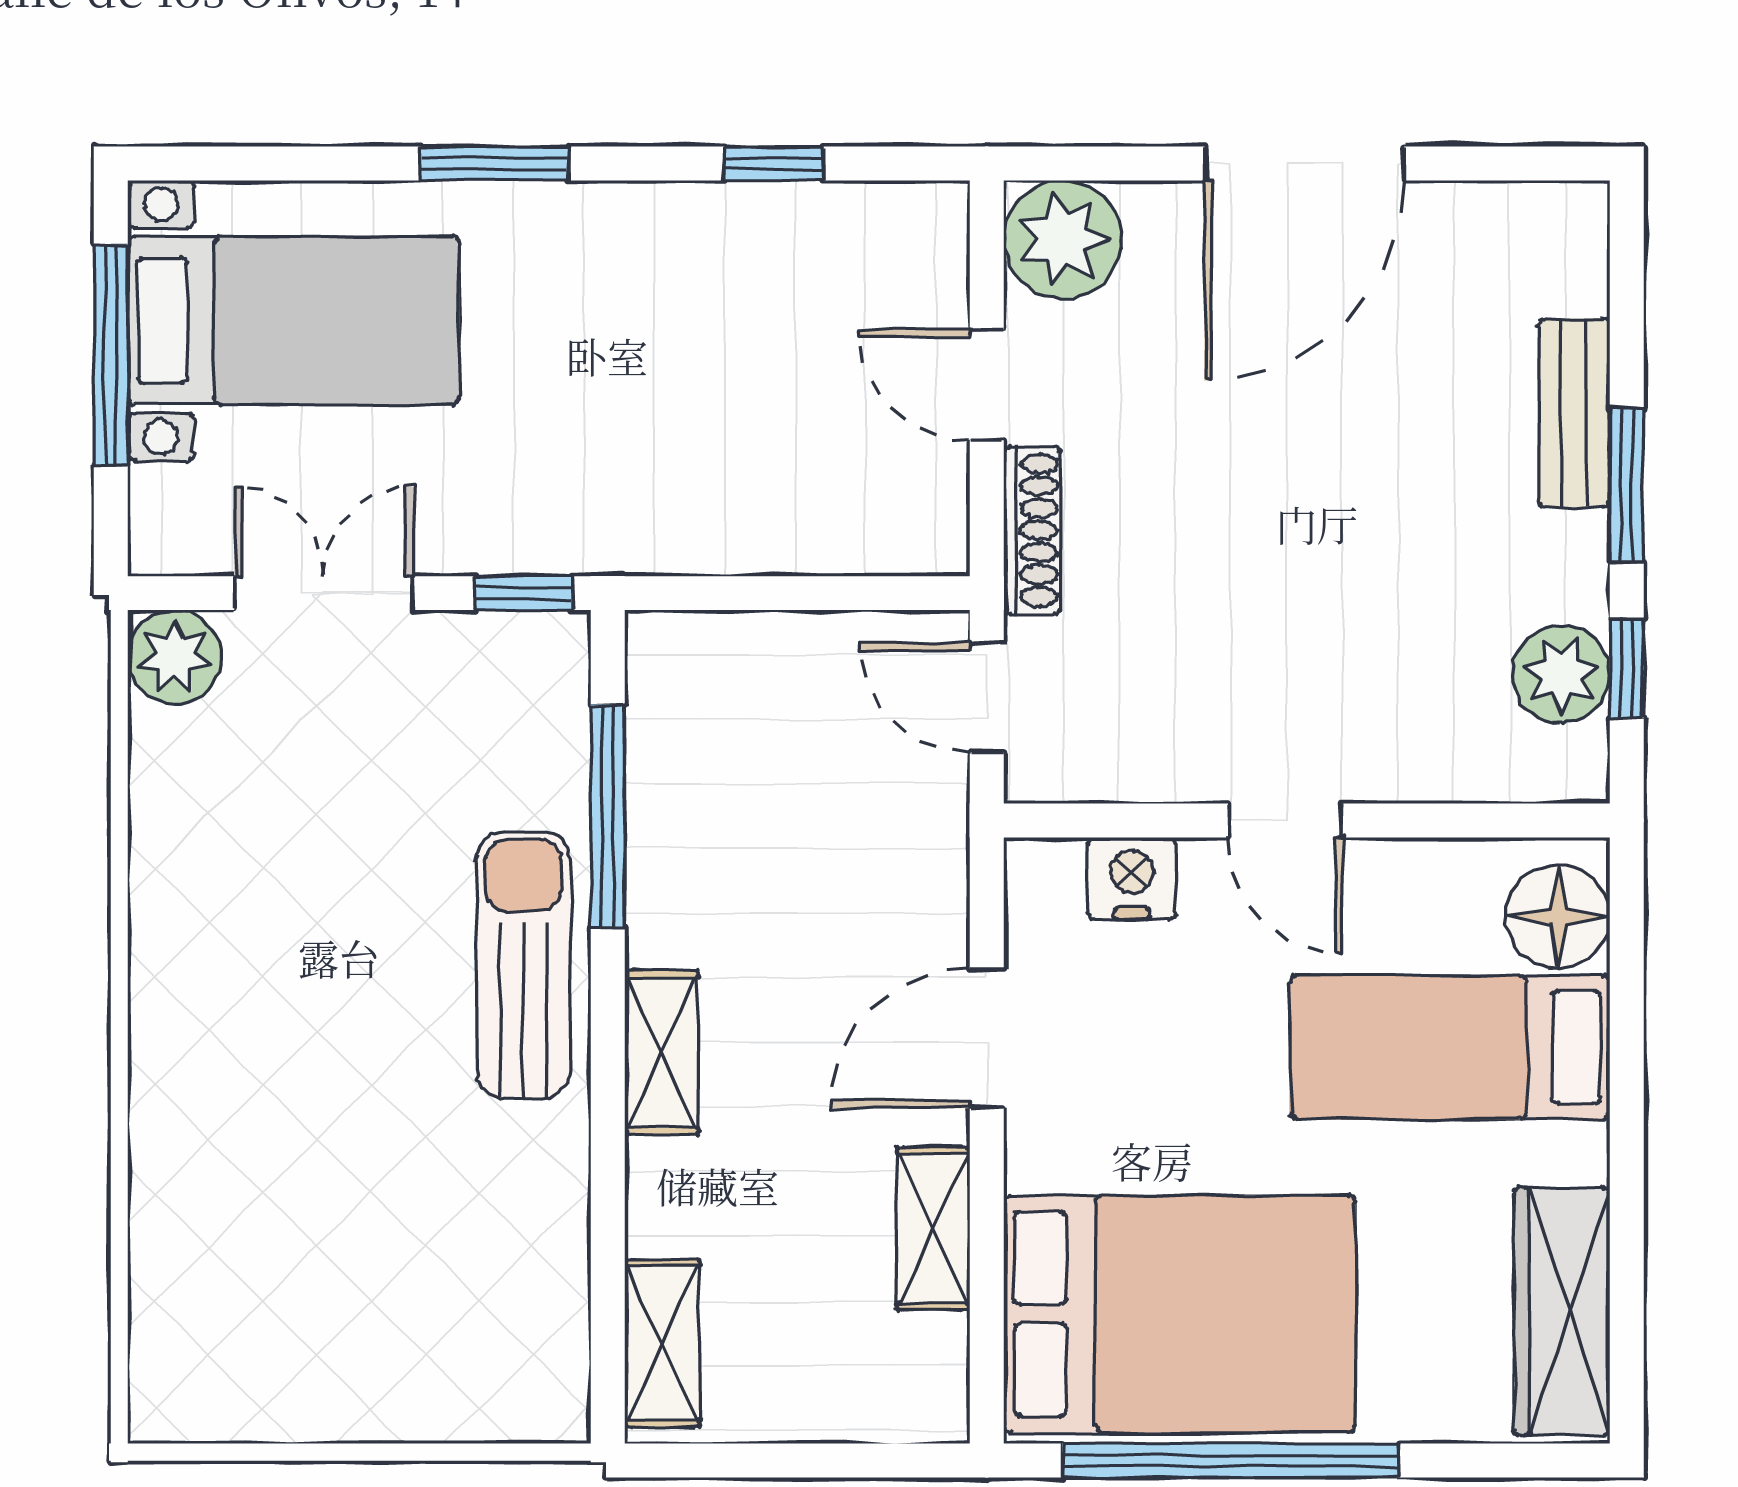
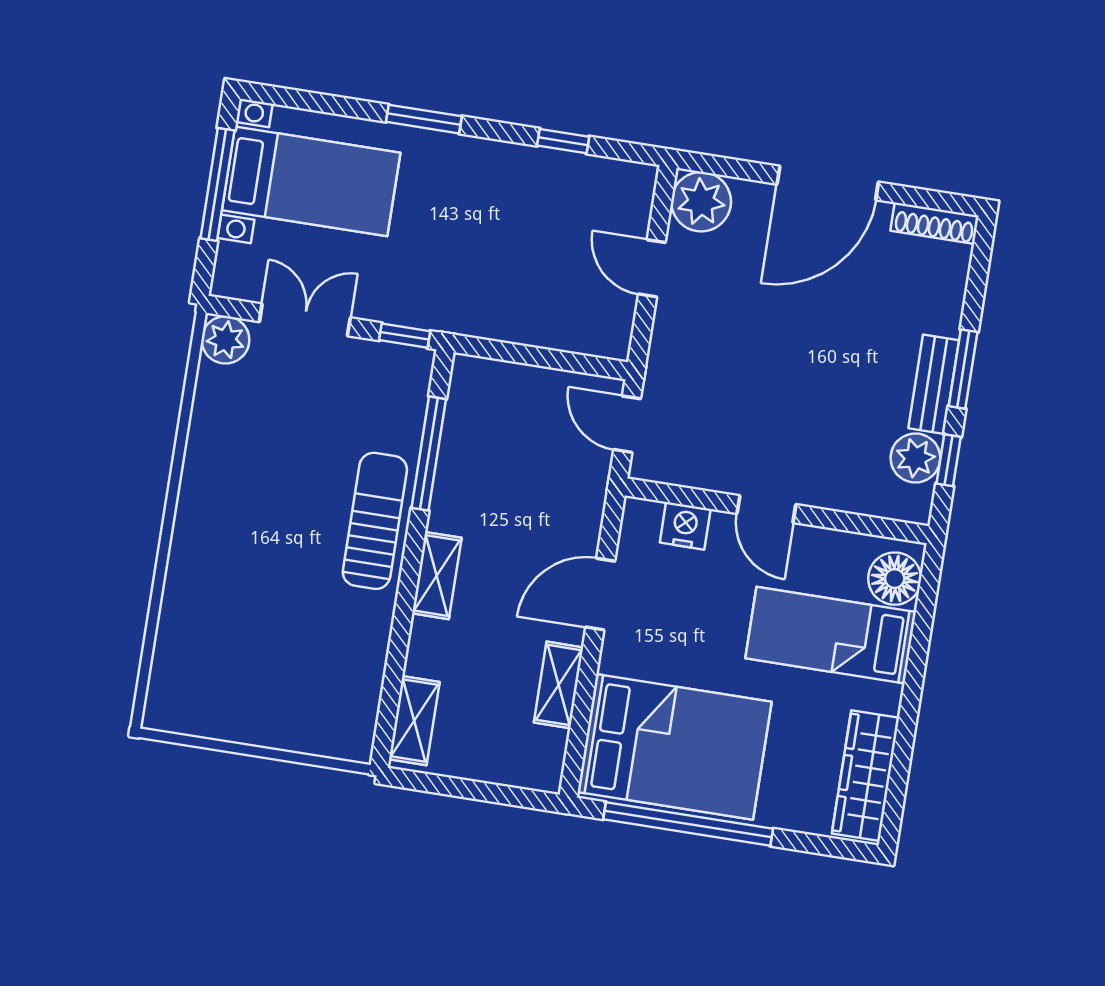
bench: (1574, 413) -> (934, 384), moved
shoe rack: (1032, 530) -> (935, 223), moved, turned 90

